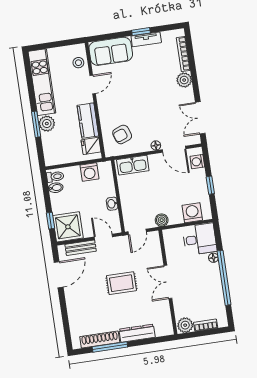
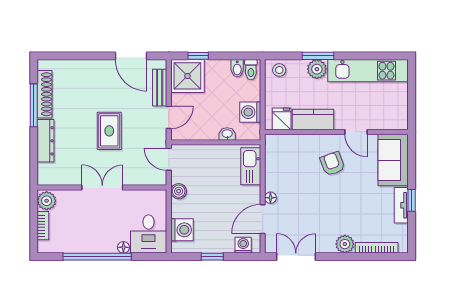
stool: (78, 63) -> (279, 70), moved
armchair: (122, 134) -> (332, 164), moved
washbasin: (112, 204) -> (227, 134), moved

